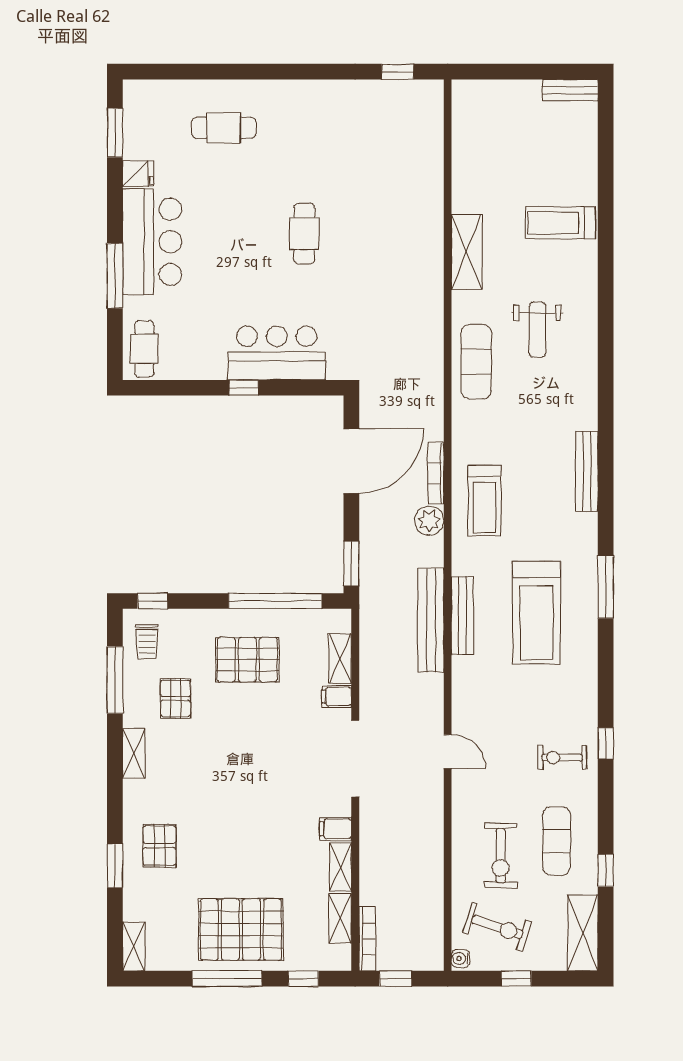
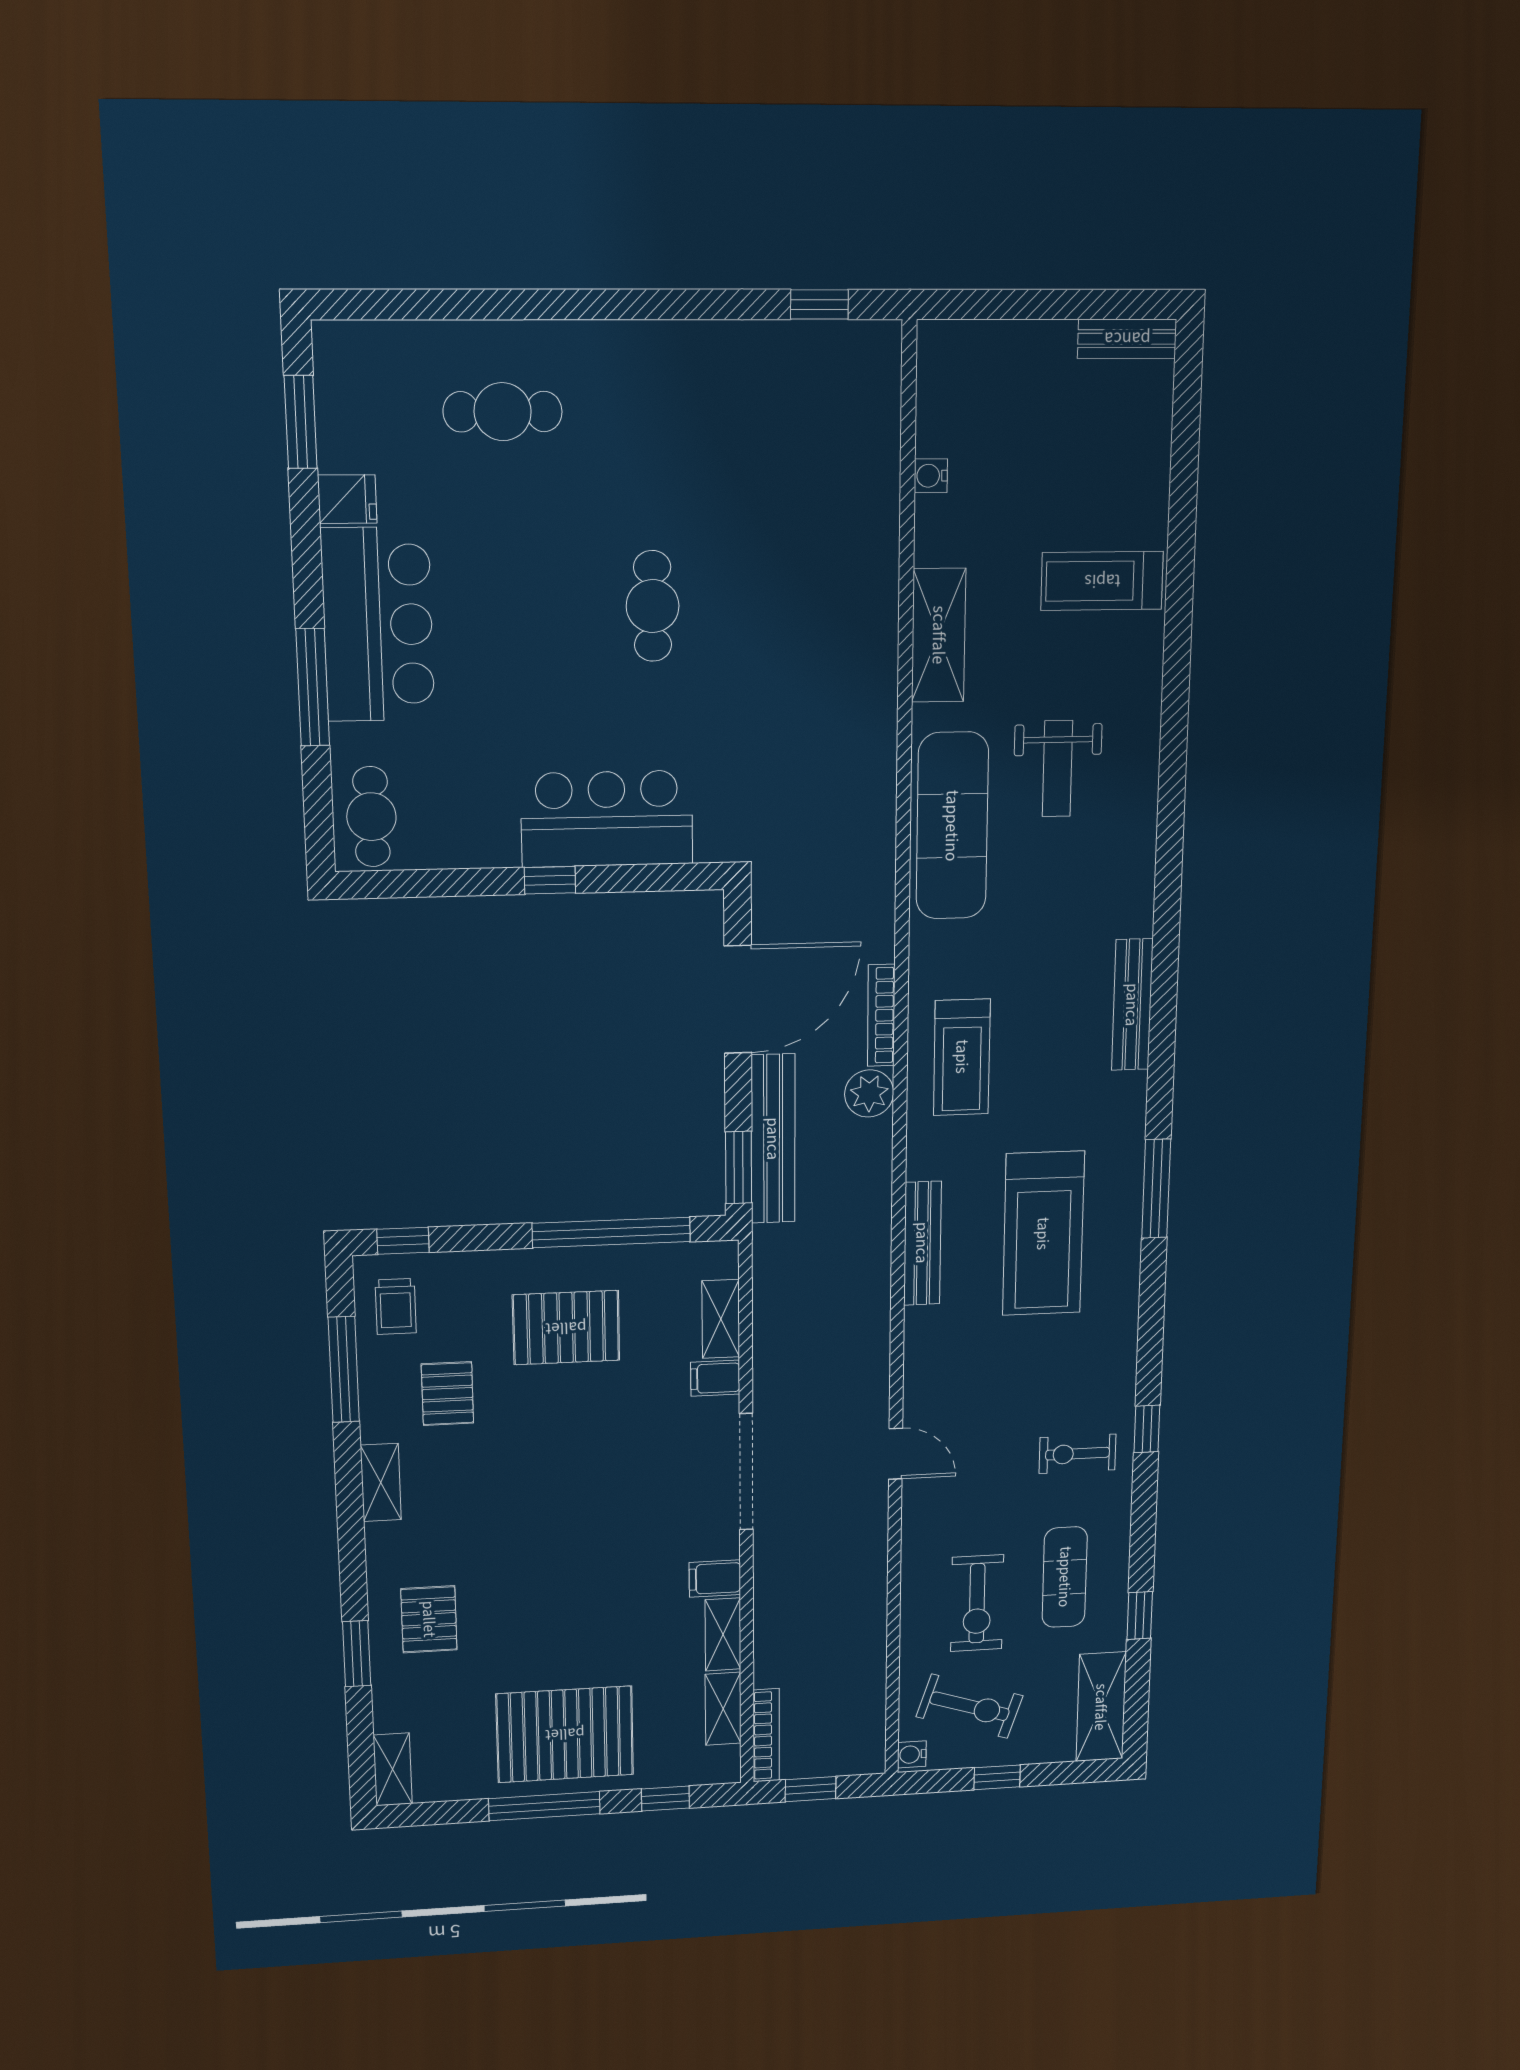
water cooler: (461, 164) -> (931, 476), added
exercise mat: (476, 362) -> (952, 826), width x1.36, depth x1.45
bench: (431, 620) -> (773, 1139), moved

